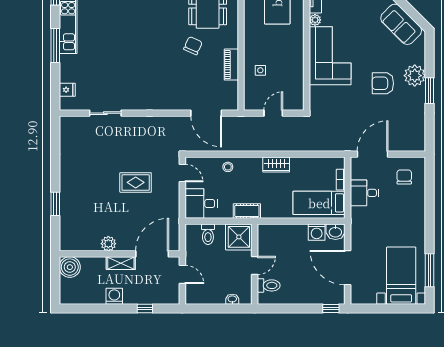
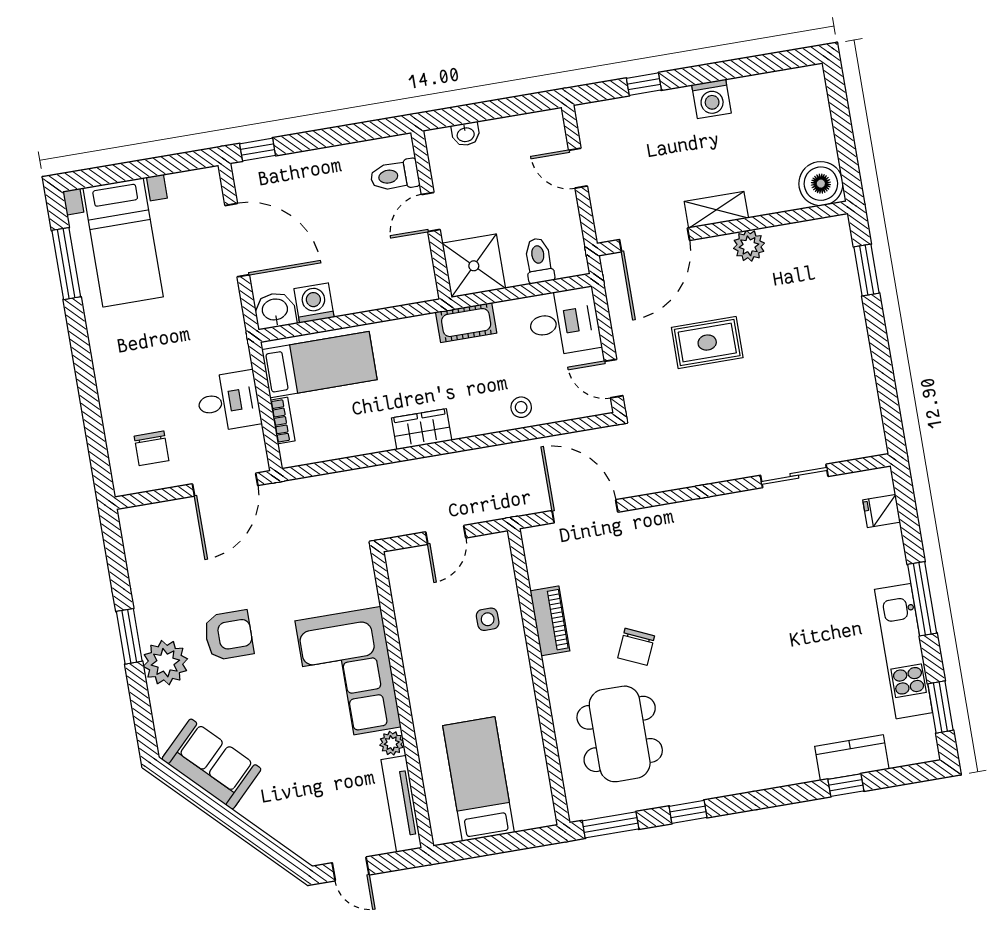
plant: (108, 244) -> (749, 246), moved
wall: (119, 254) -> (722, 228), moved
door: (152, 254) -> (654, 240), moved
shelving: (121, 263) -> (716, 210), moved
boiler: (70, 267) -> (821, 184), moved

